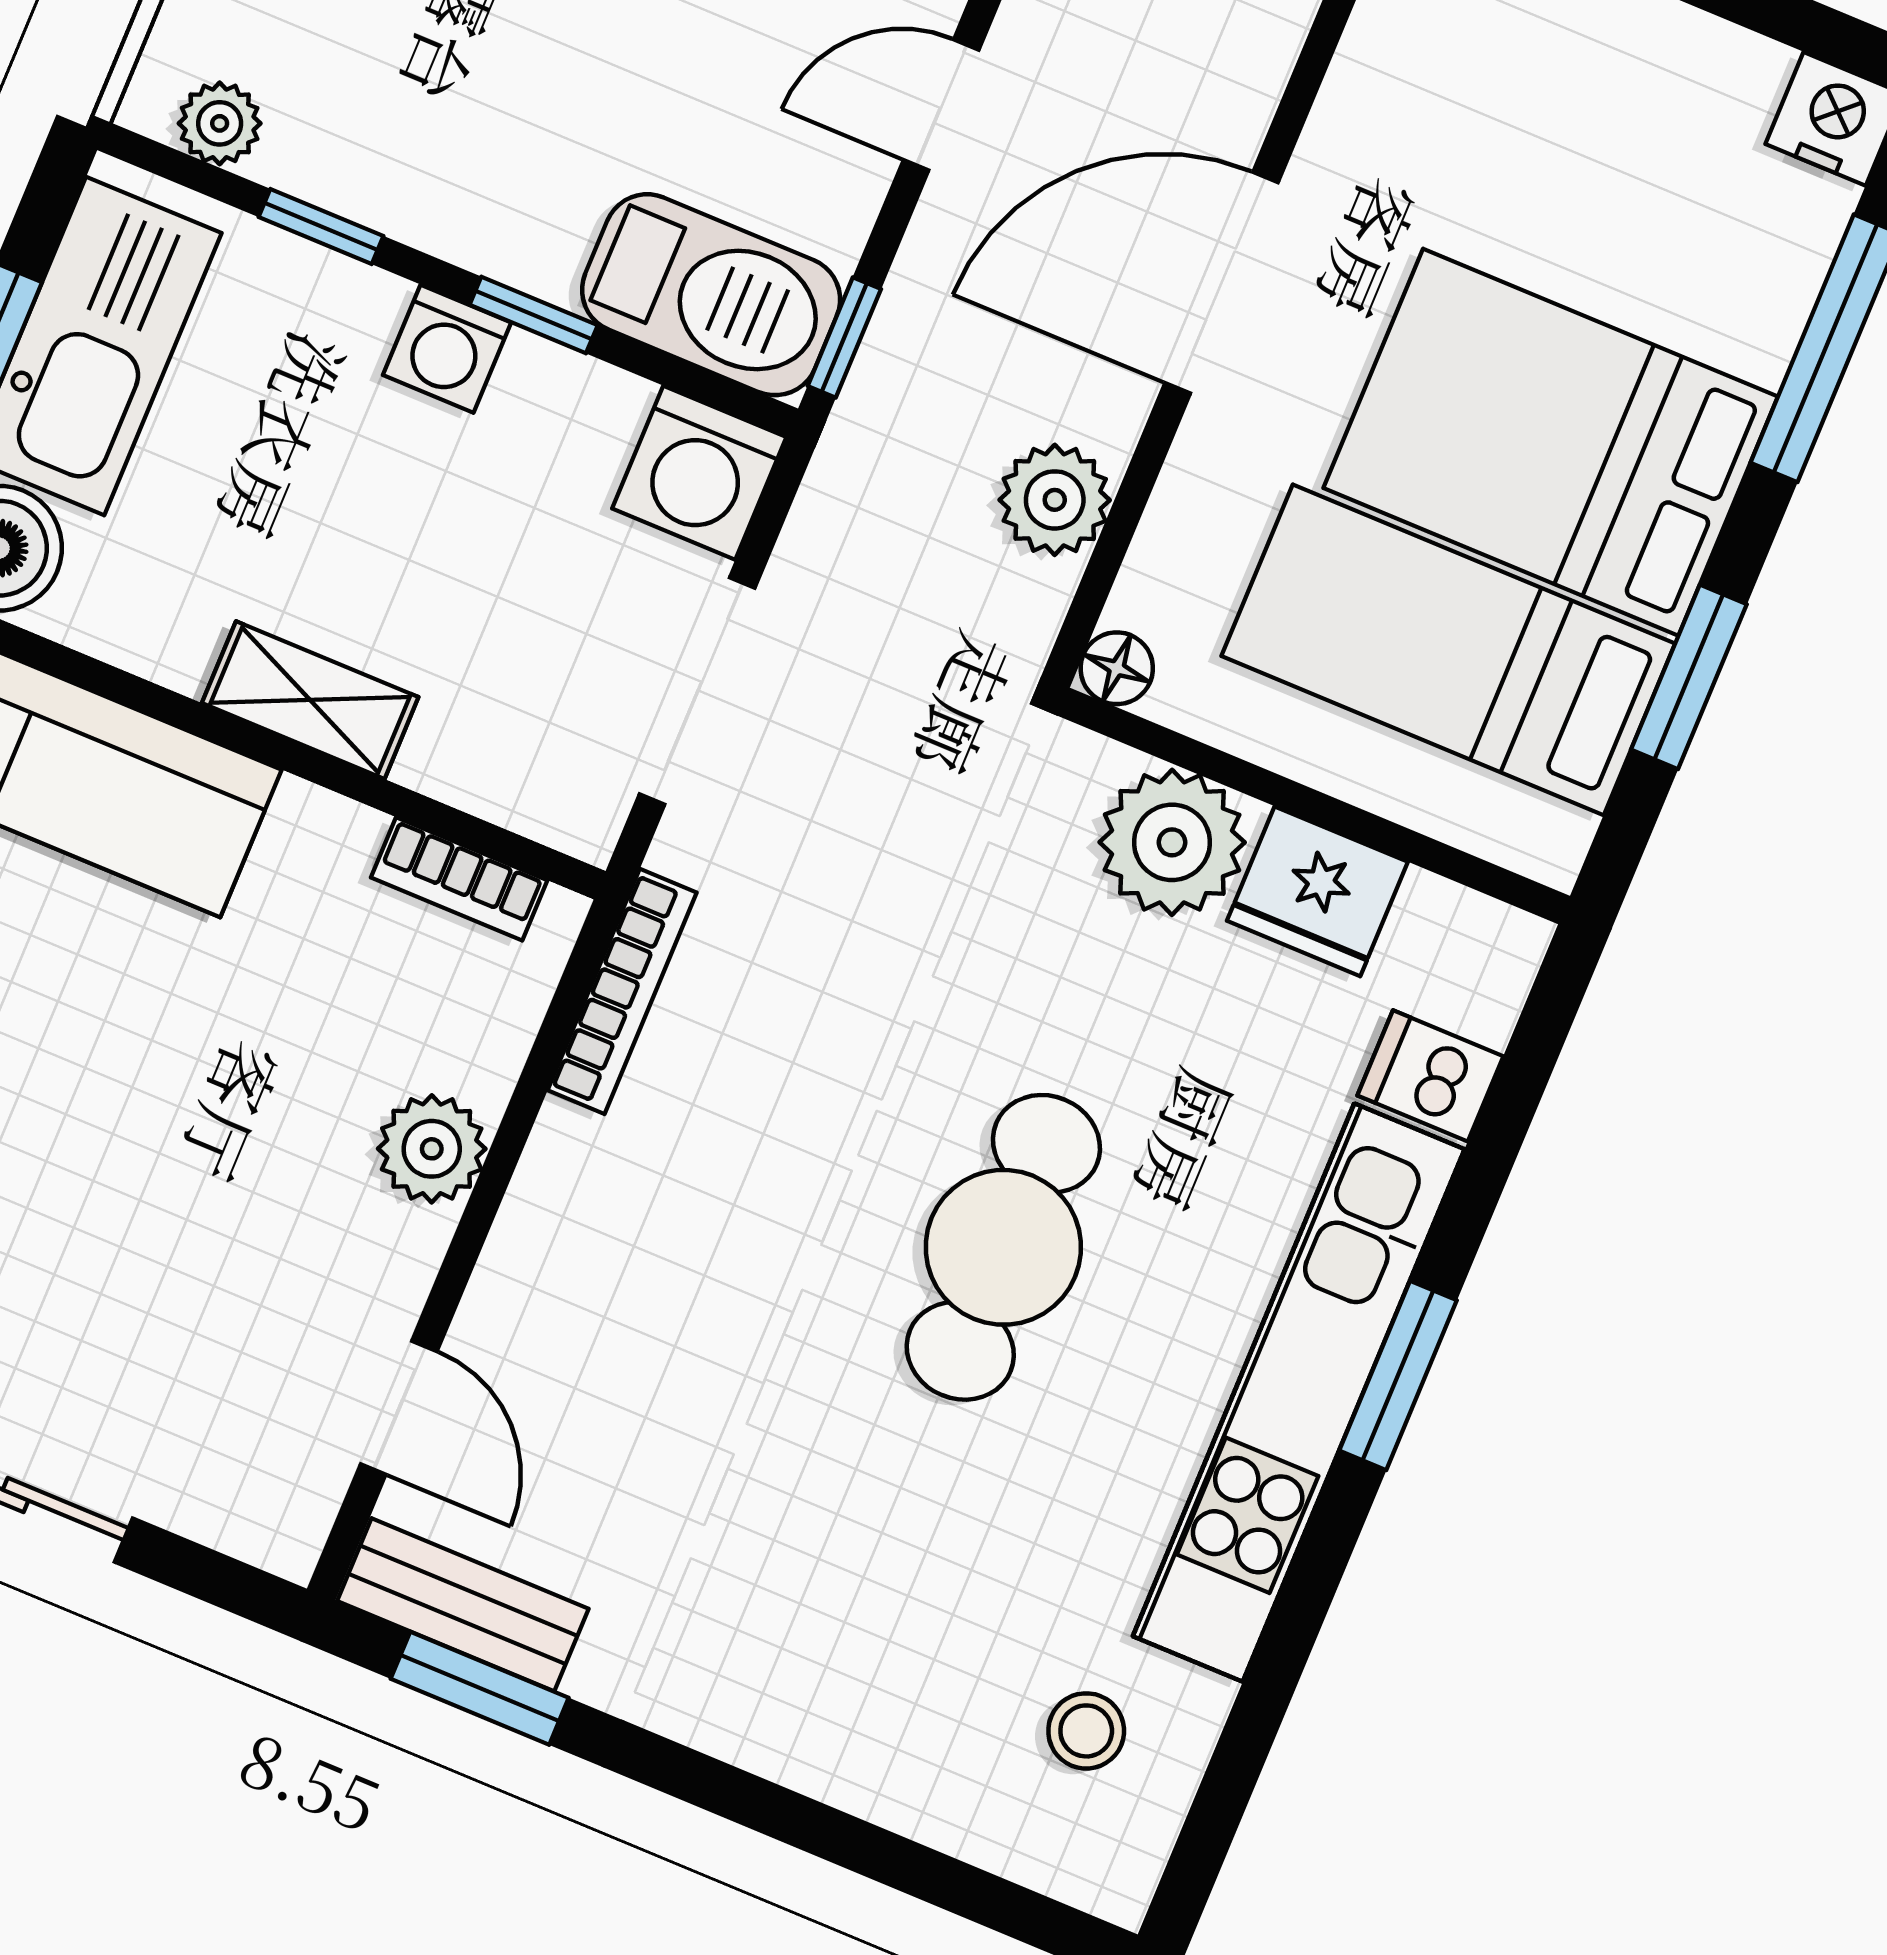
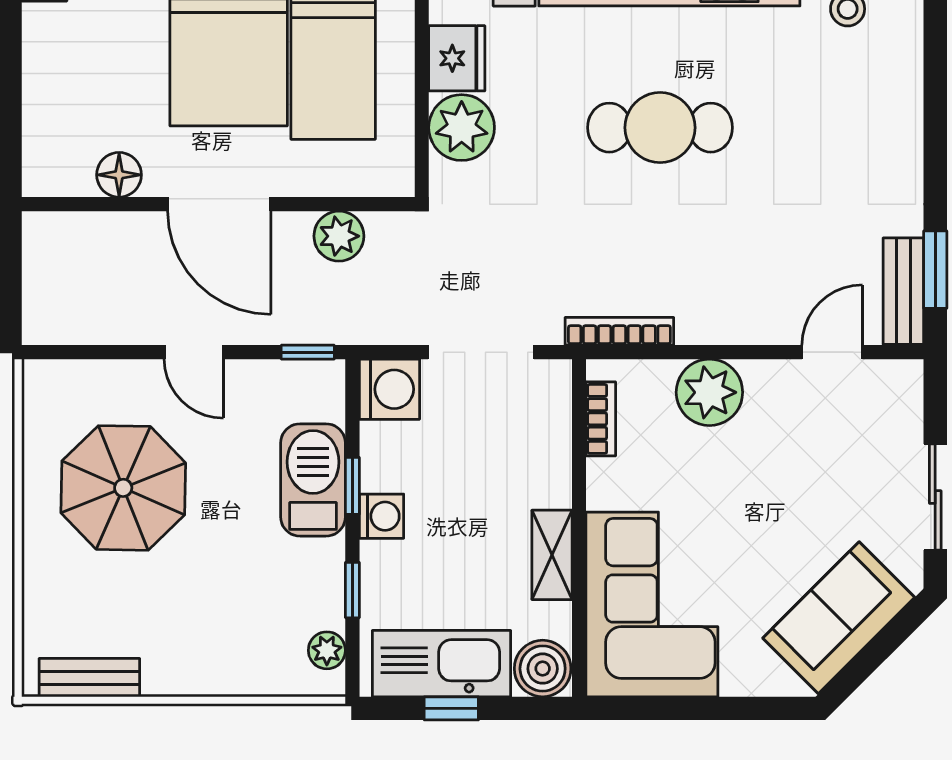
barbecue: (711, 295) -> (313, 480), moved
floor lamp: (1117, 668) -> (119, 175), moved, width x1.37, depth x1.37
shelving: (310, 700) -> (552, 555), moved
plant: (432, 1149) -> (709, 392), width x1.36, depth x1.36

